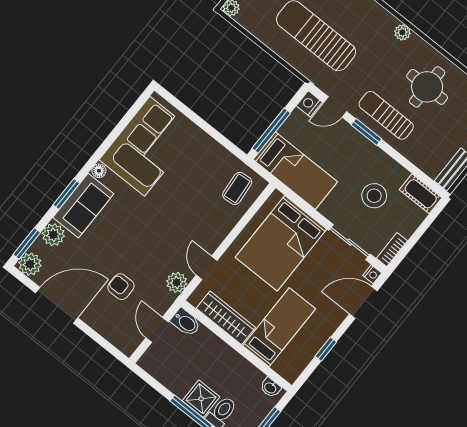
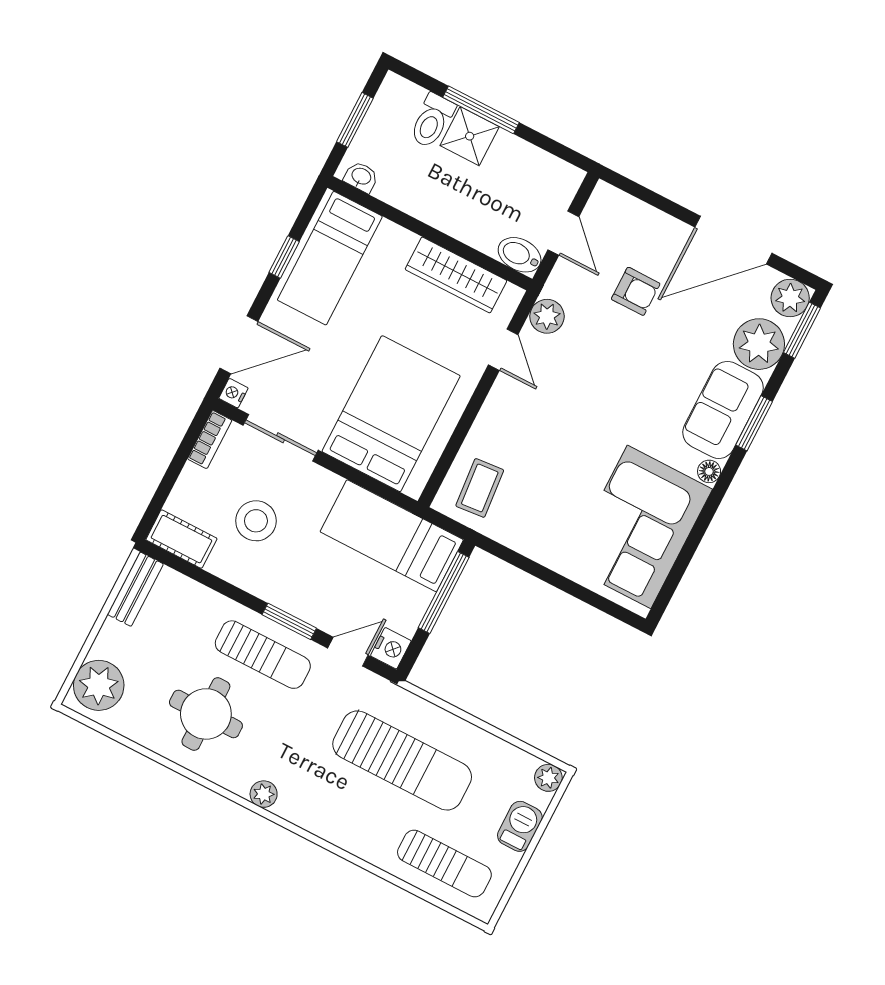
plant: (53, 235) -> (759, 344), width x1.36, depth x1.36
bed: (279, 327) -> (330, 258), moved

